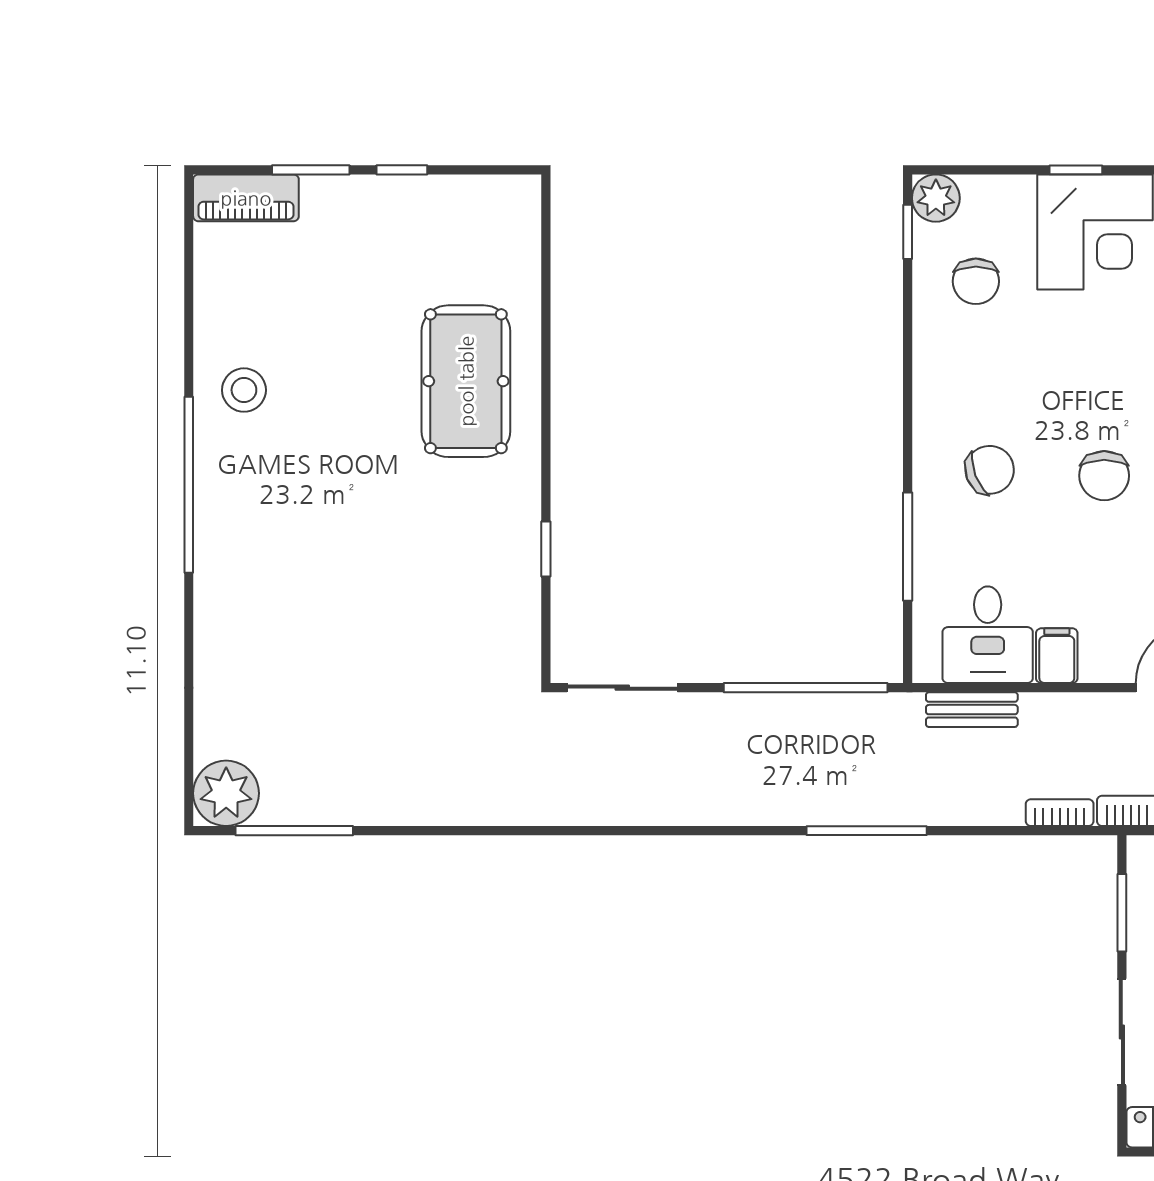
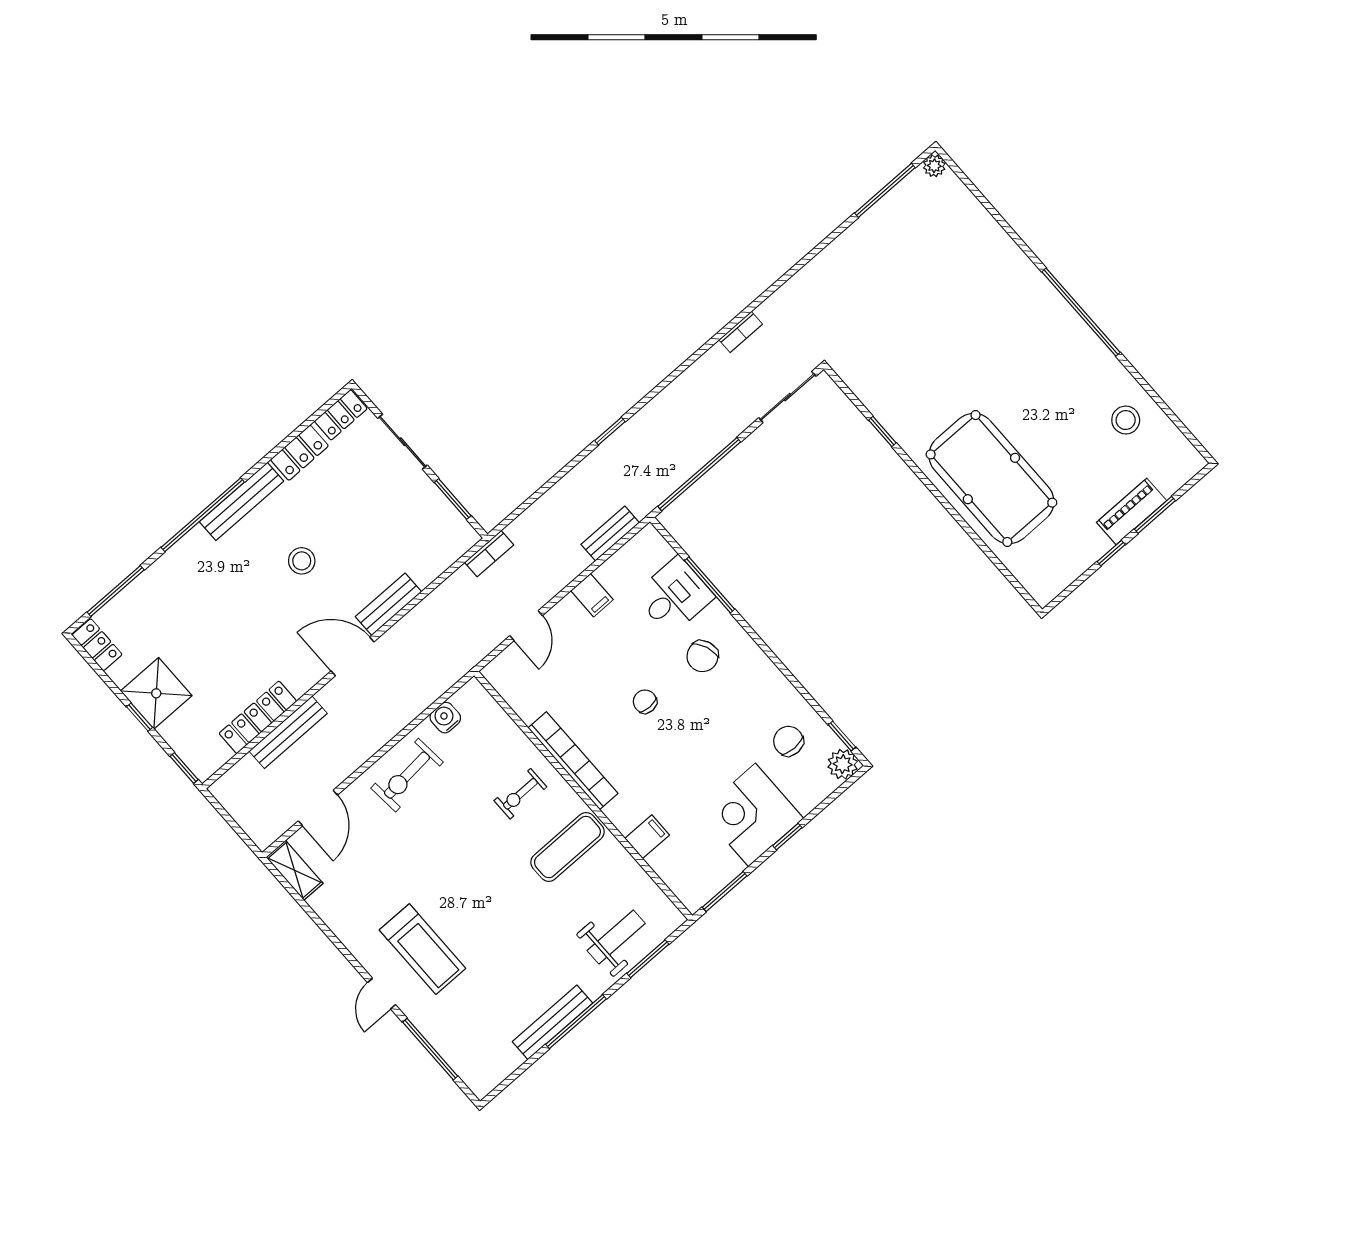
piano: (246, 198) -> (1132, 511), moved
pool table: (466, 381) -> (991, 479), width x1.36, depth x1.32
stool: (244, 390) -> (1126, 420), moved
chair: (1104, 476) -> (645, 702), width x0.73, depth x0.73
desk: (988, 635) -> (674, 596), moved, turned 90
plant: (226, 793) -> (934, 166), width x0.53, depth x0.53
bookcase: (1060, 813) -> (741, 332), moved
window: (867, 831) -> (610, 431), width x0.46

